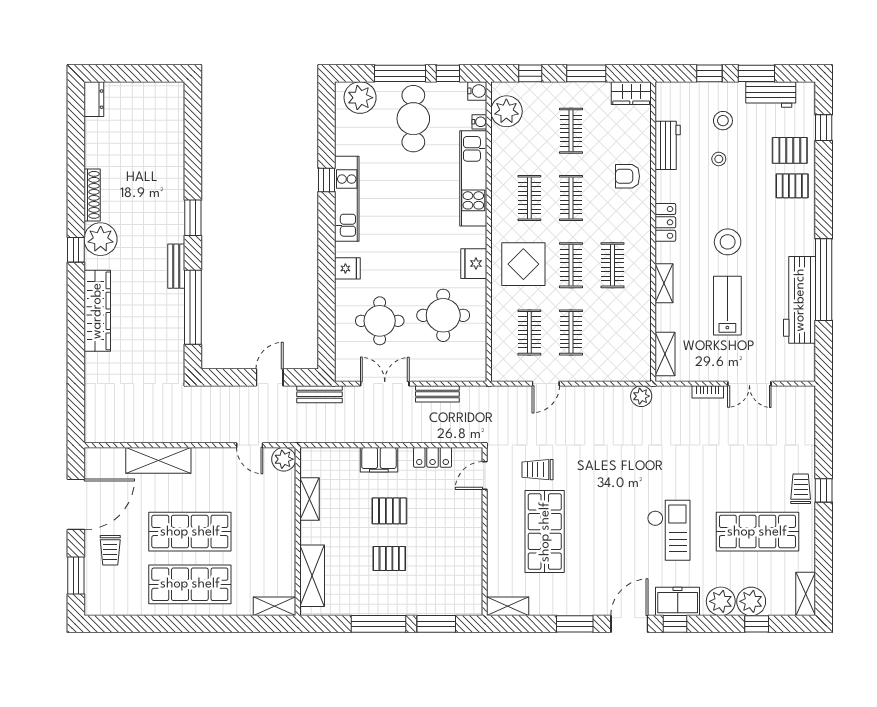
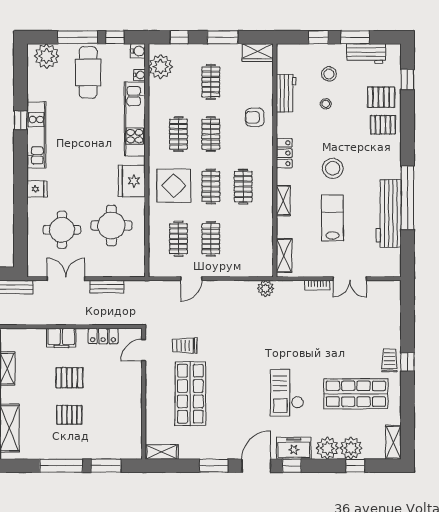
fridge: (474, 264) -> (132, 181), width x1.36, depth x1.34
checkout: (669, 530) -> (287, 393), turned 180

